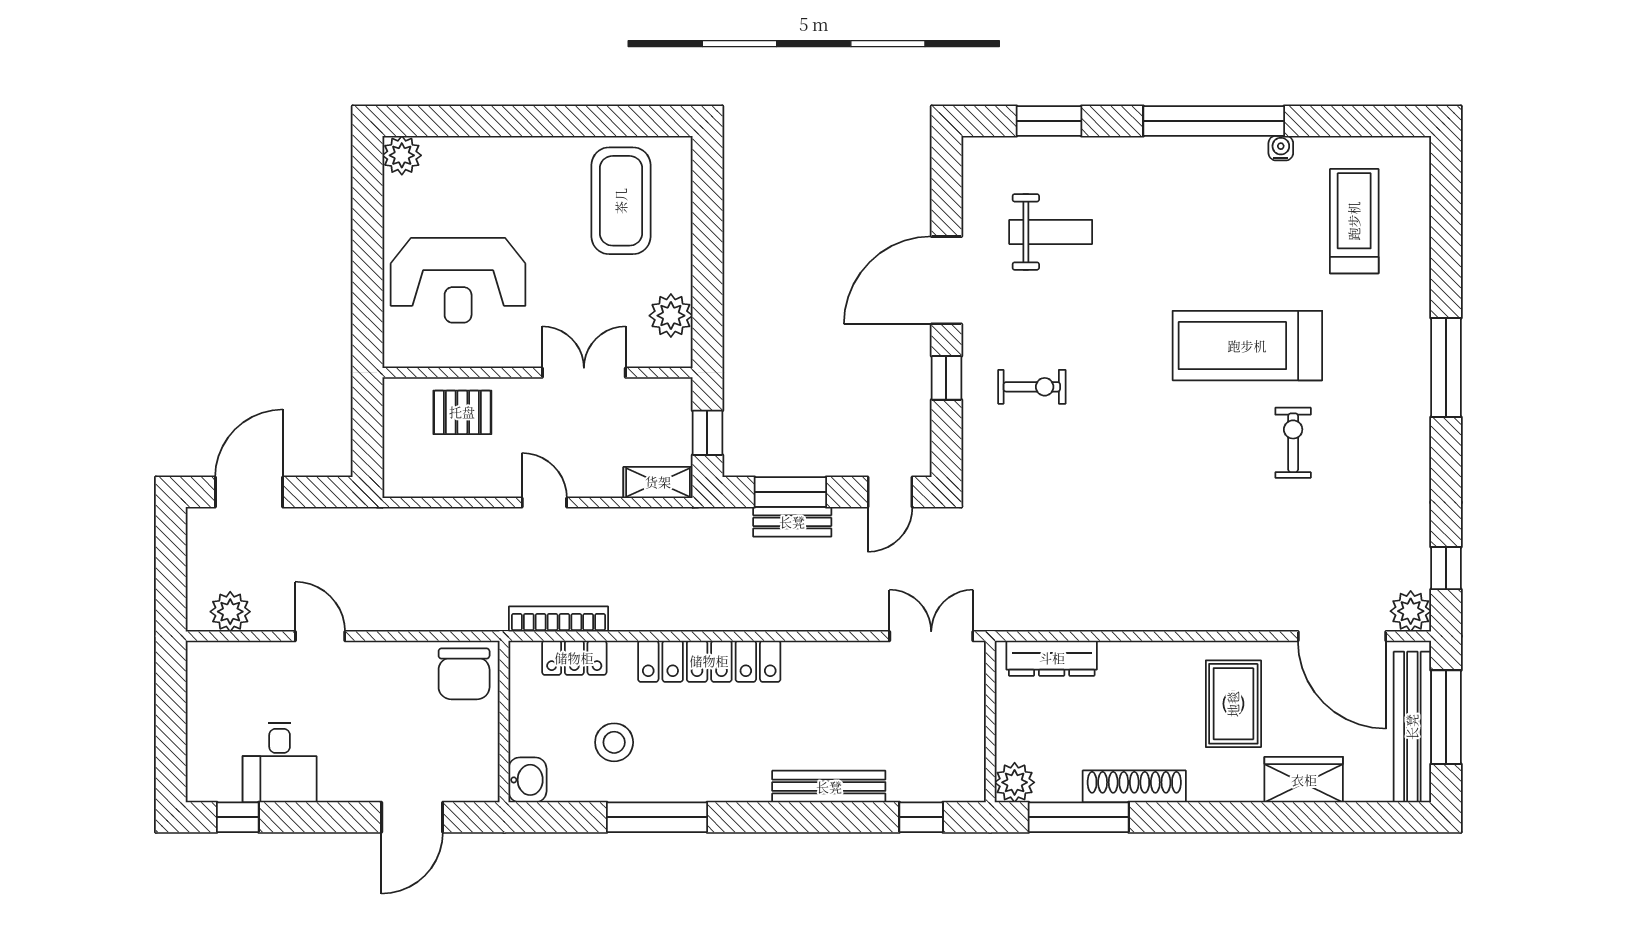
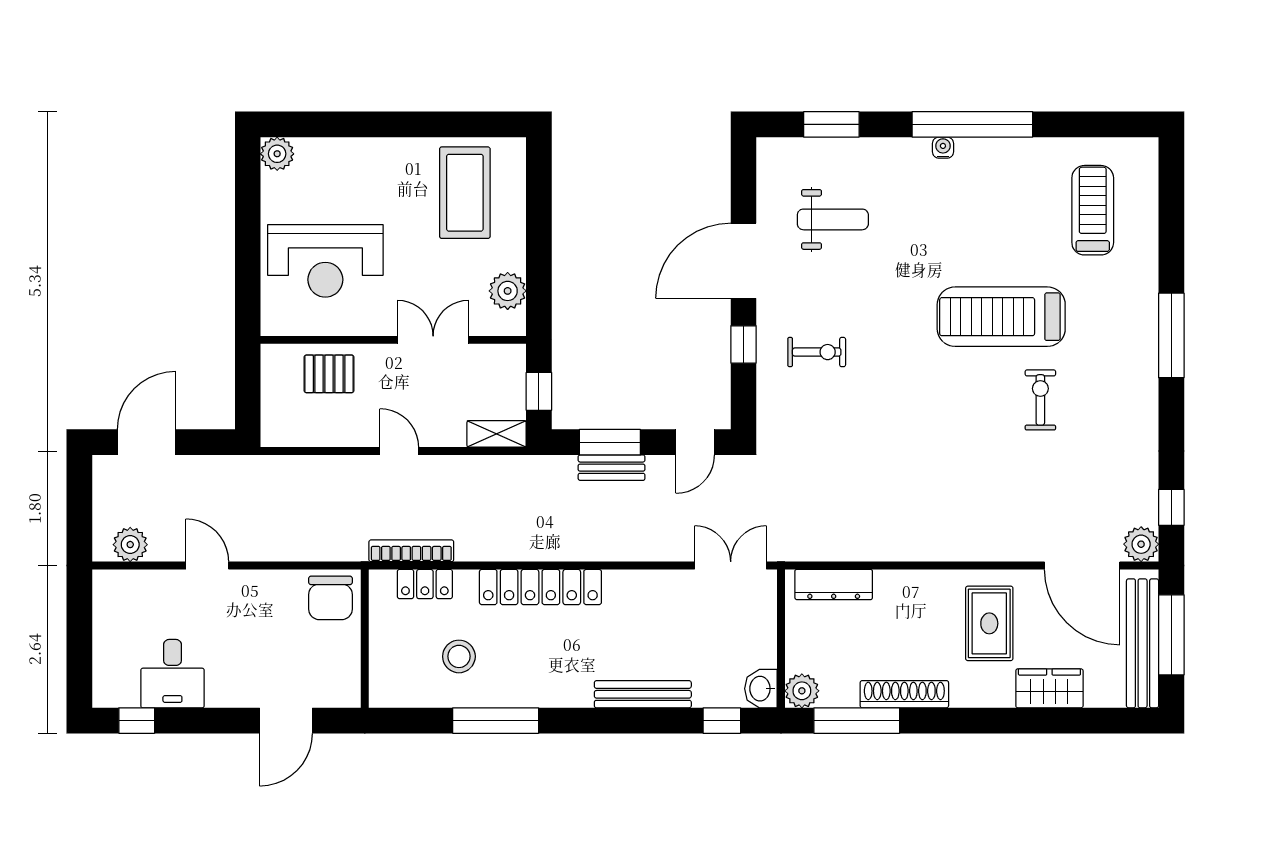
water cooler: (1281, 148) -> (943, 148), moved
washbasin: (527, 780) -> (761, 689), moved, turned 180

